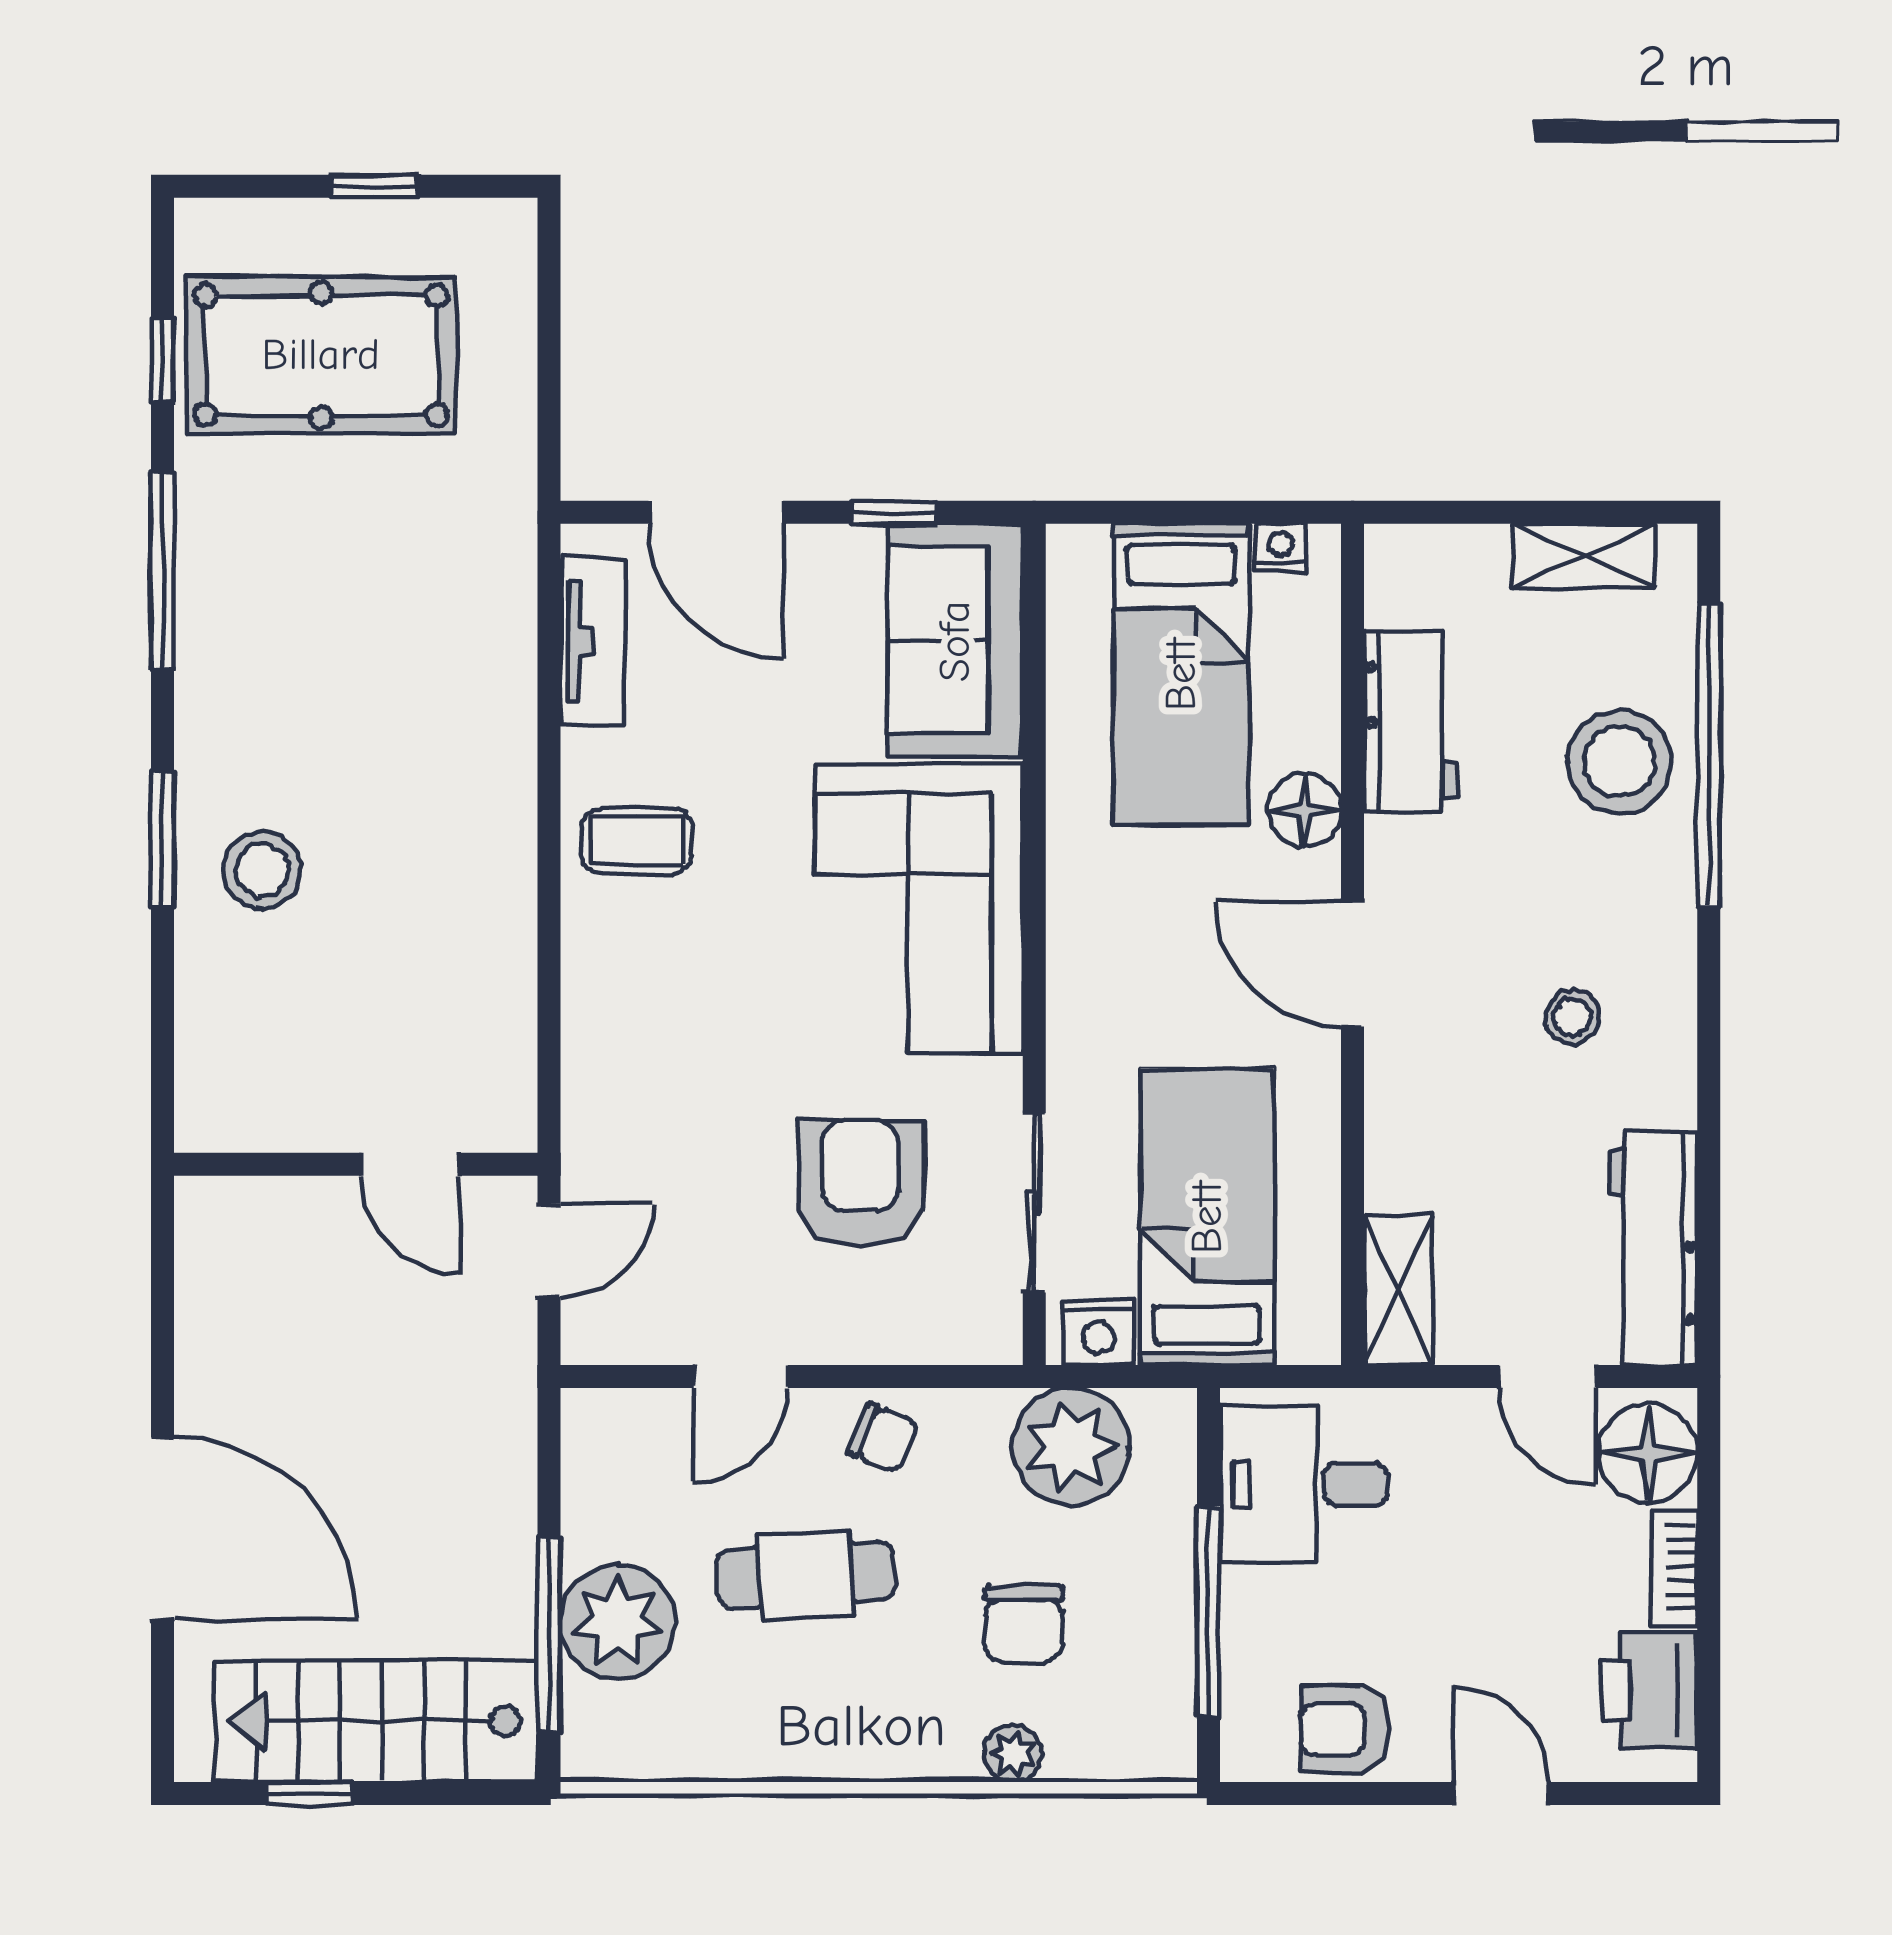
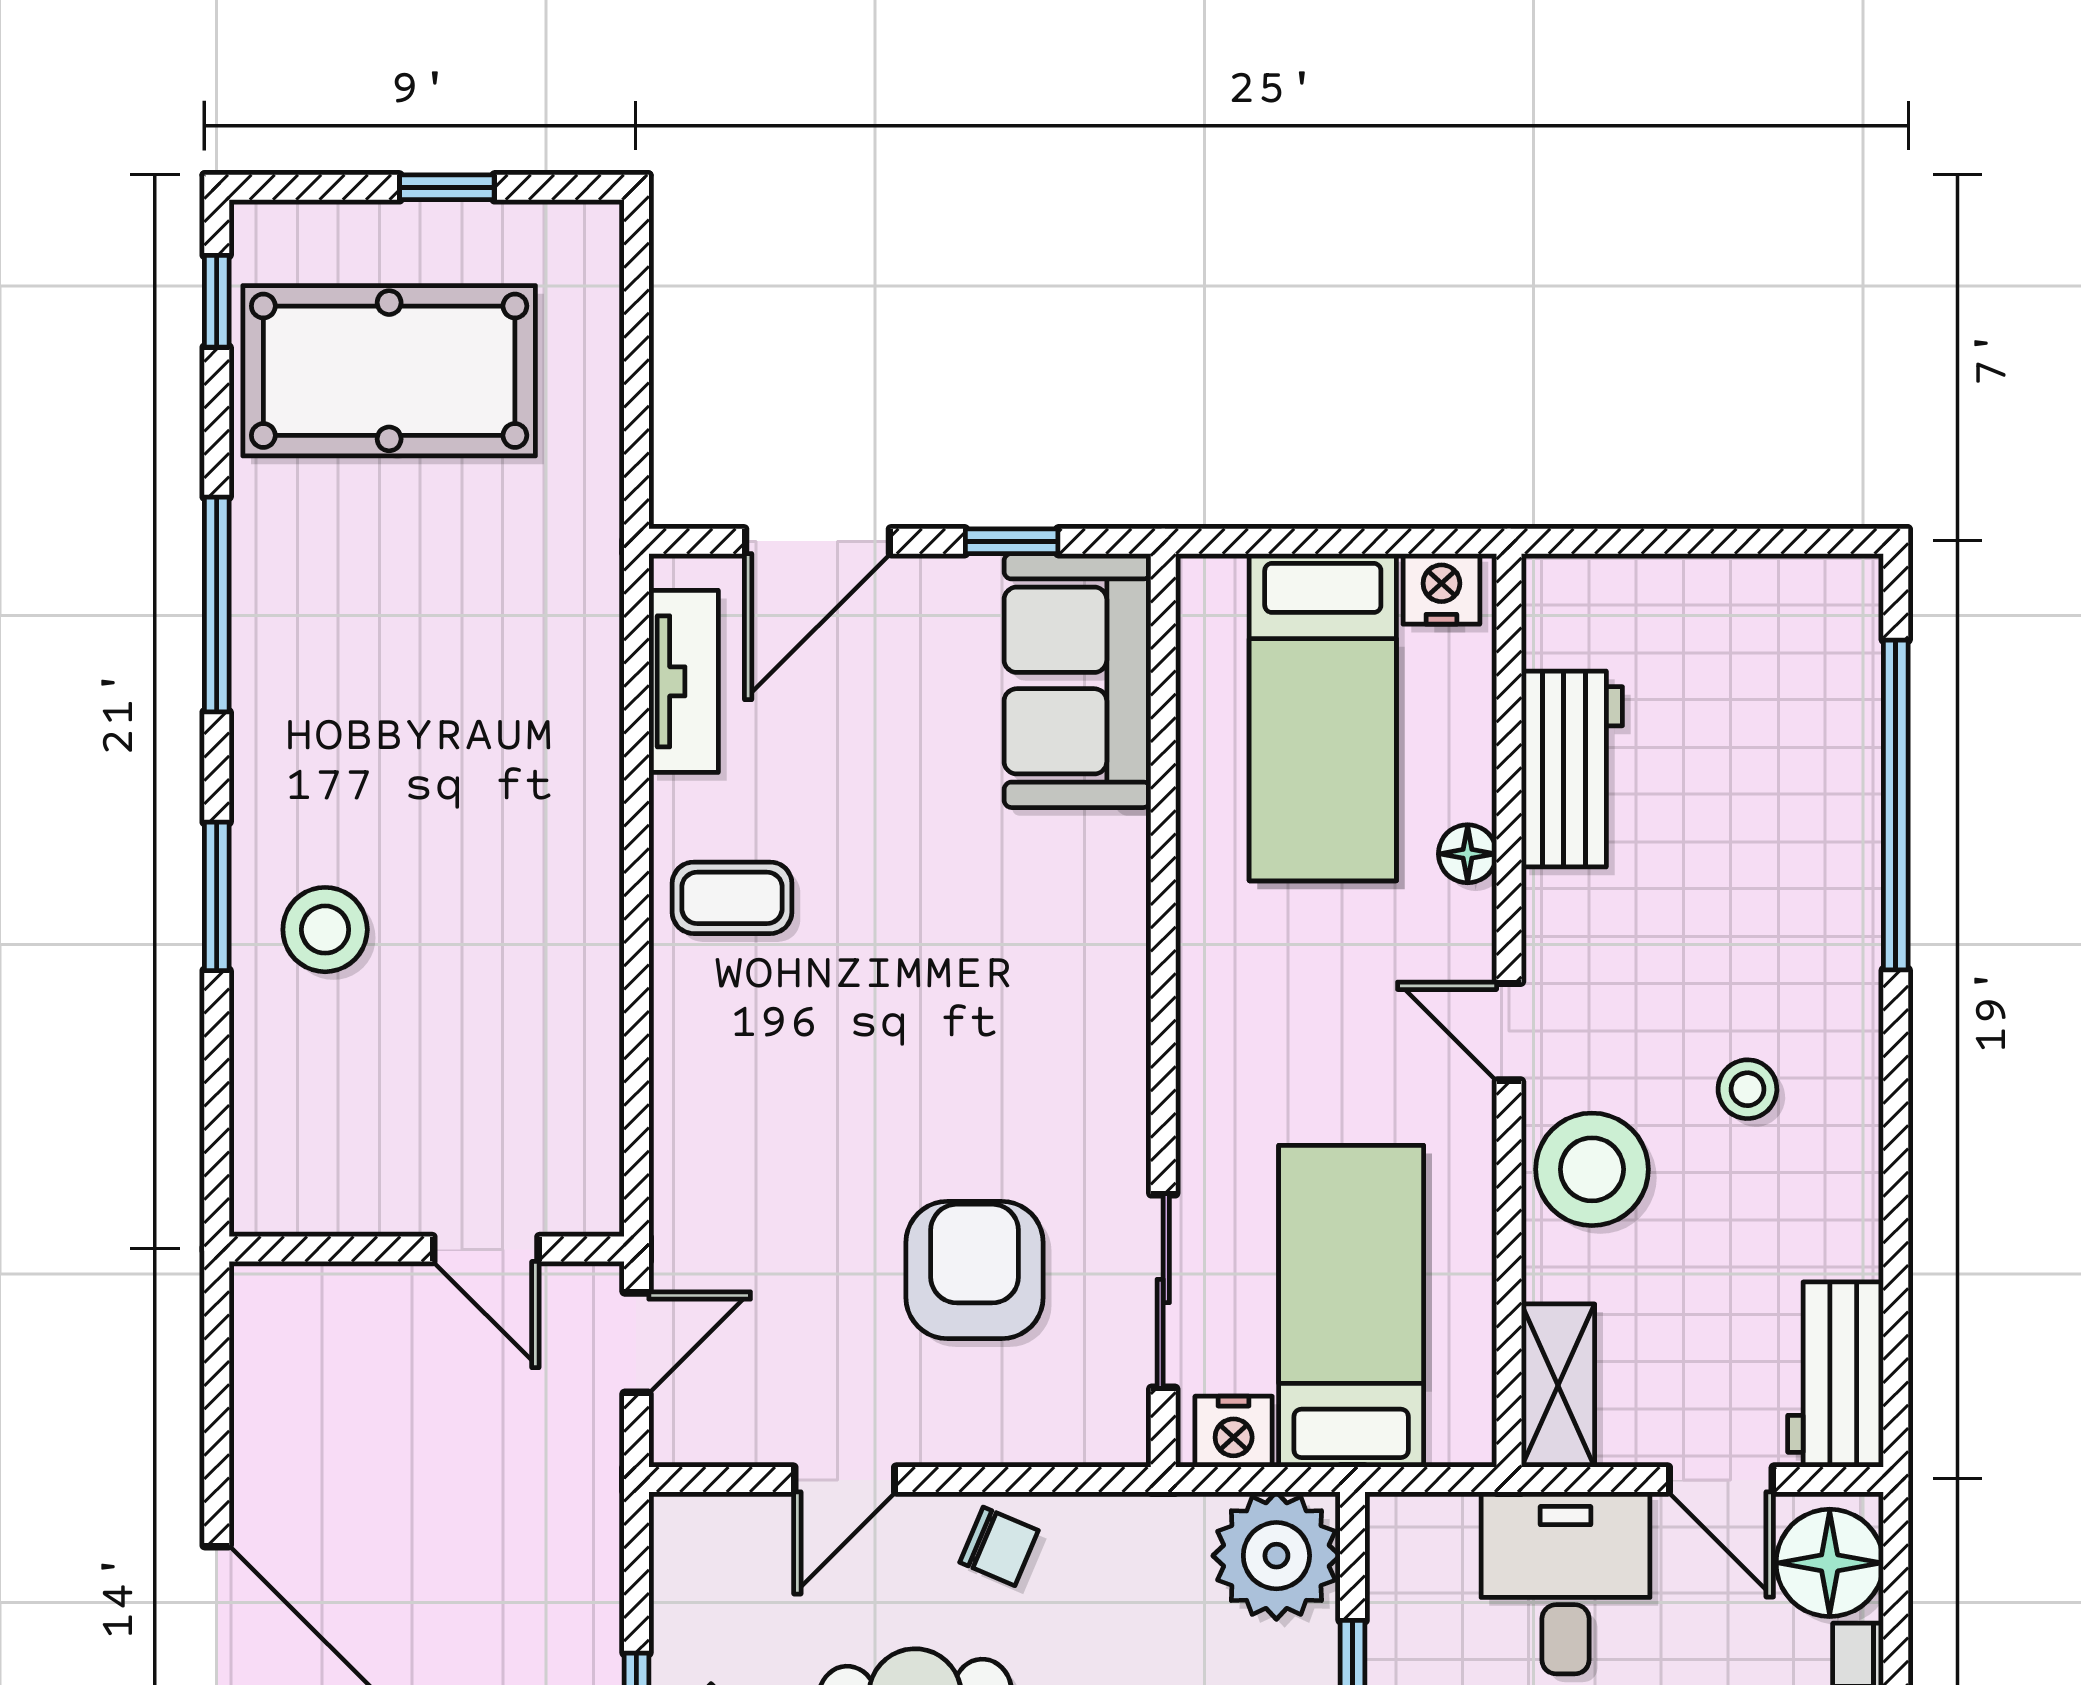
window: (162, 360) -> (217, 301), moved
door: (716, 512) -> (818, 541), hinge flipped
nightstand: (1280, 548) -> (1441, 589), width x1.39, depth x1.35
shelving: (1583, 556) -> (1759, 588), removed
stool: (1620, 762) -> (1592, 1169), moved
floor lamp: (1304, 810) -> (1468, 854), width x0.73, depth x0.73
corner sofa: (919, 909) -> (1038, 972), removed
door: (1353, 964) -> (1509, 1032), width x0.73
workbench: (1653, 1248) -> (1836, 1375), width x0.73
plant: (1071, 1447) -> (1276, 1556), moved
desk: (1304, 1484) -> (1566, 1583), moved, turned 90

